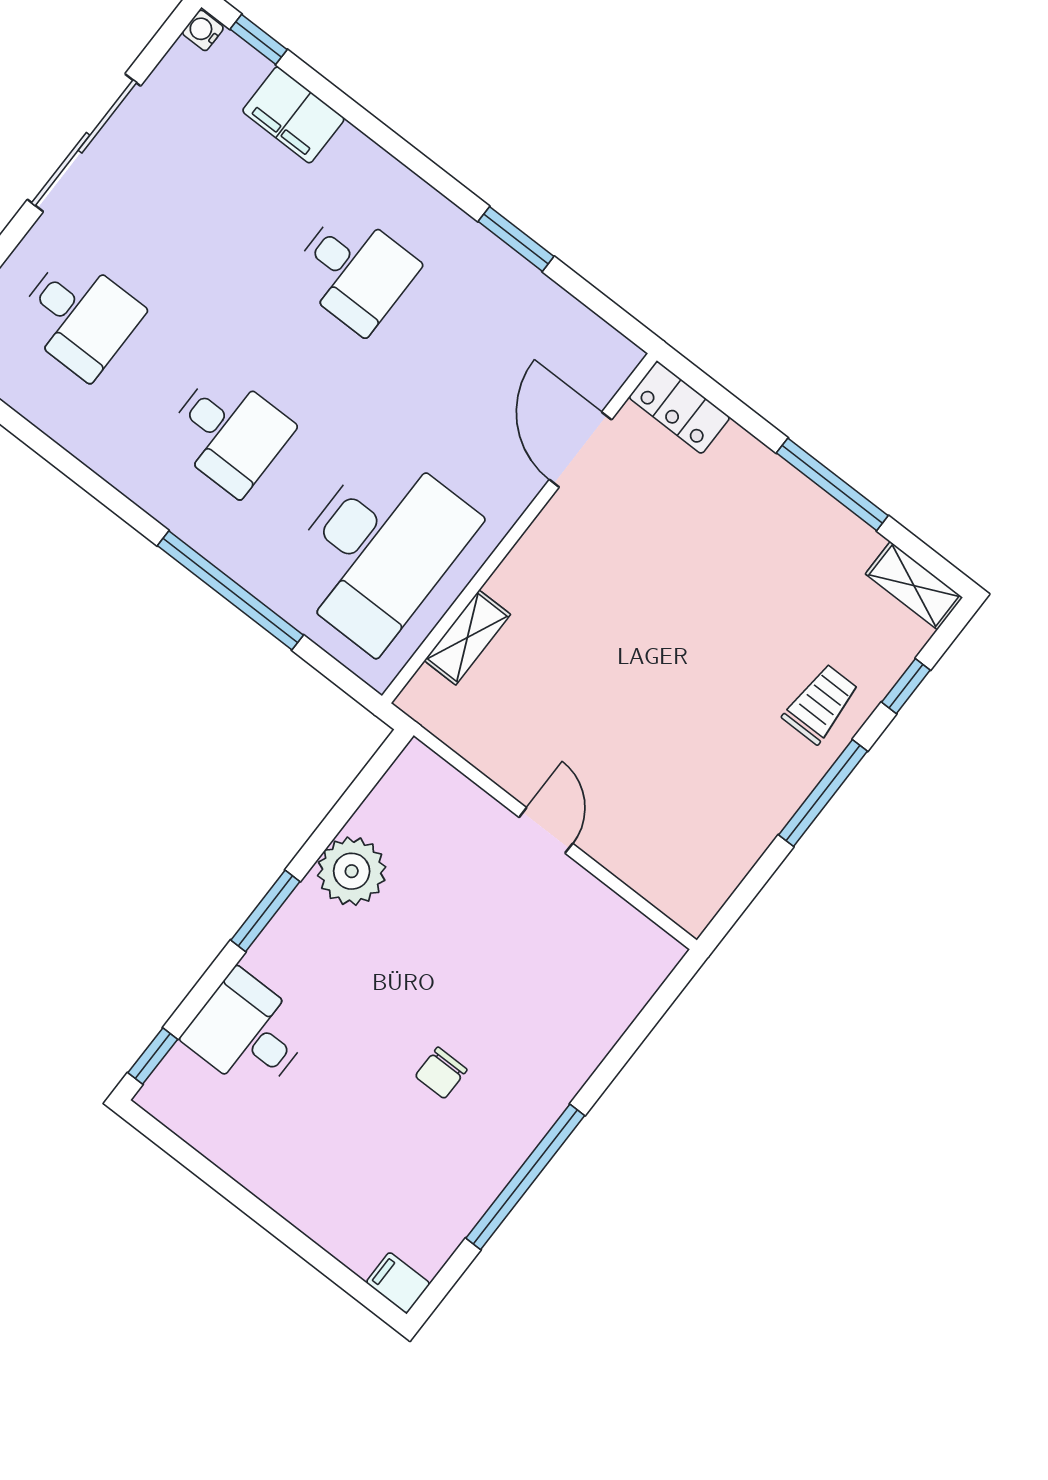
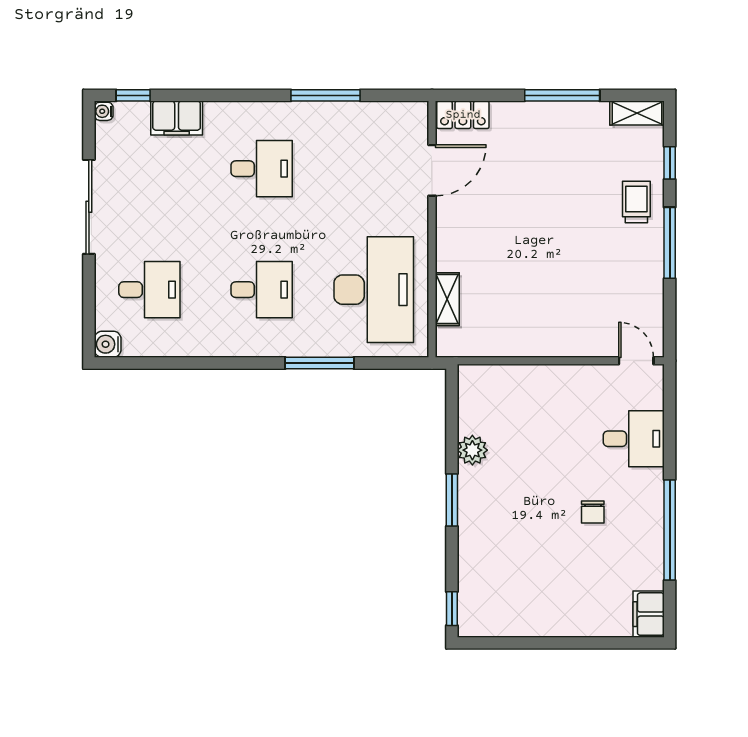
window: (516, 239) -> (326, 95), width x1.44
door: (580, 450) -> (432, 170), swing flipped
window: (230, 590) -> (319, 363), width x0.68
door: (546, 830) -> (636, 361), moved
plant: (352, 871) -> (472, 450), width x0.73, depth x0.73
desk: (248, 1033) -> (634, 439), moved, turned 180
filing cabinet: (398, 1283) -> (649, 614), width x2.00

